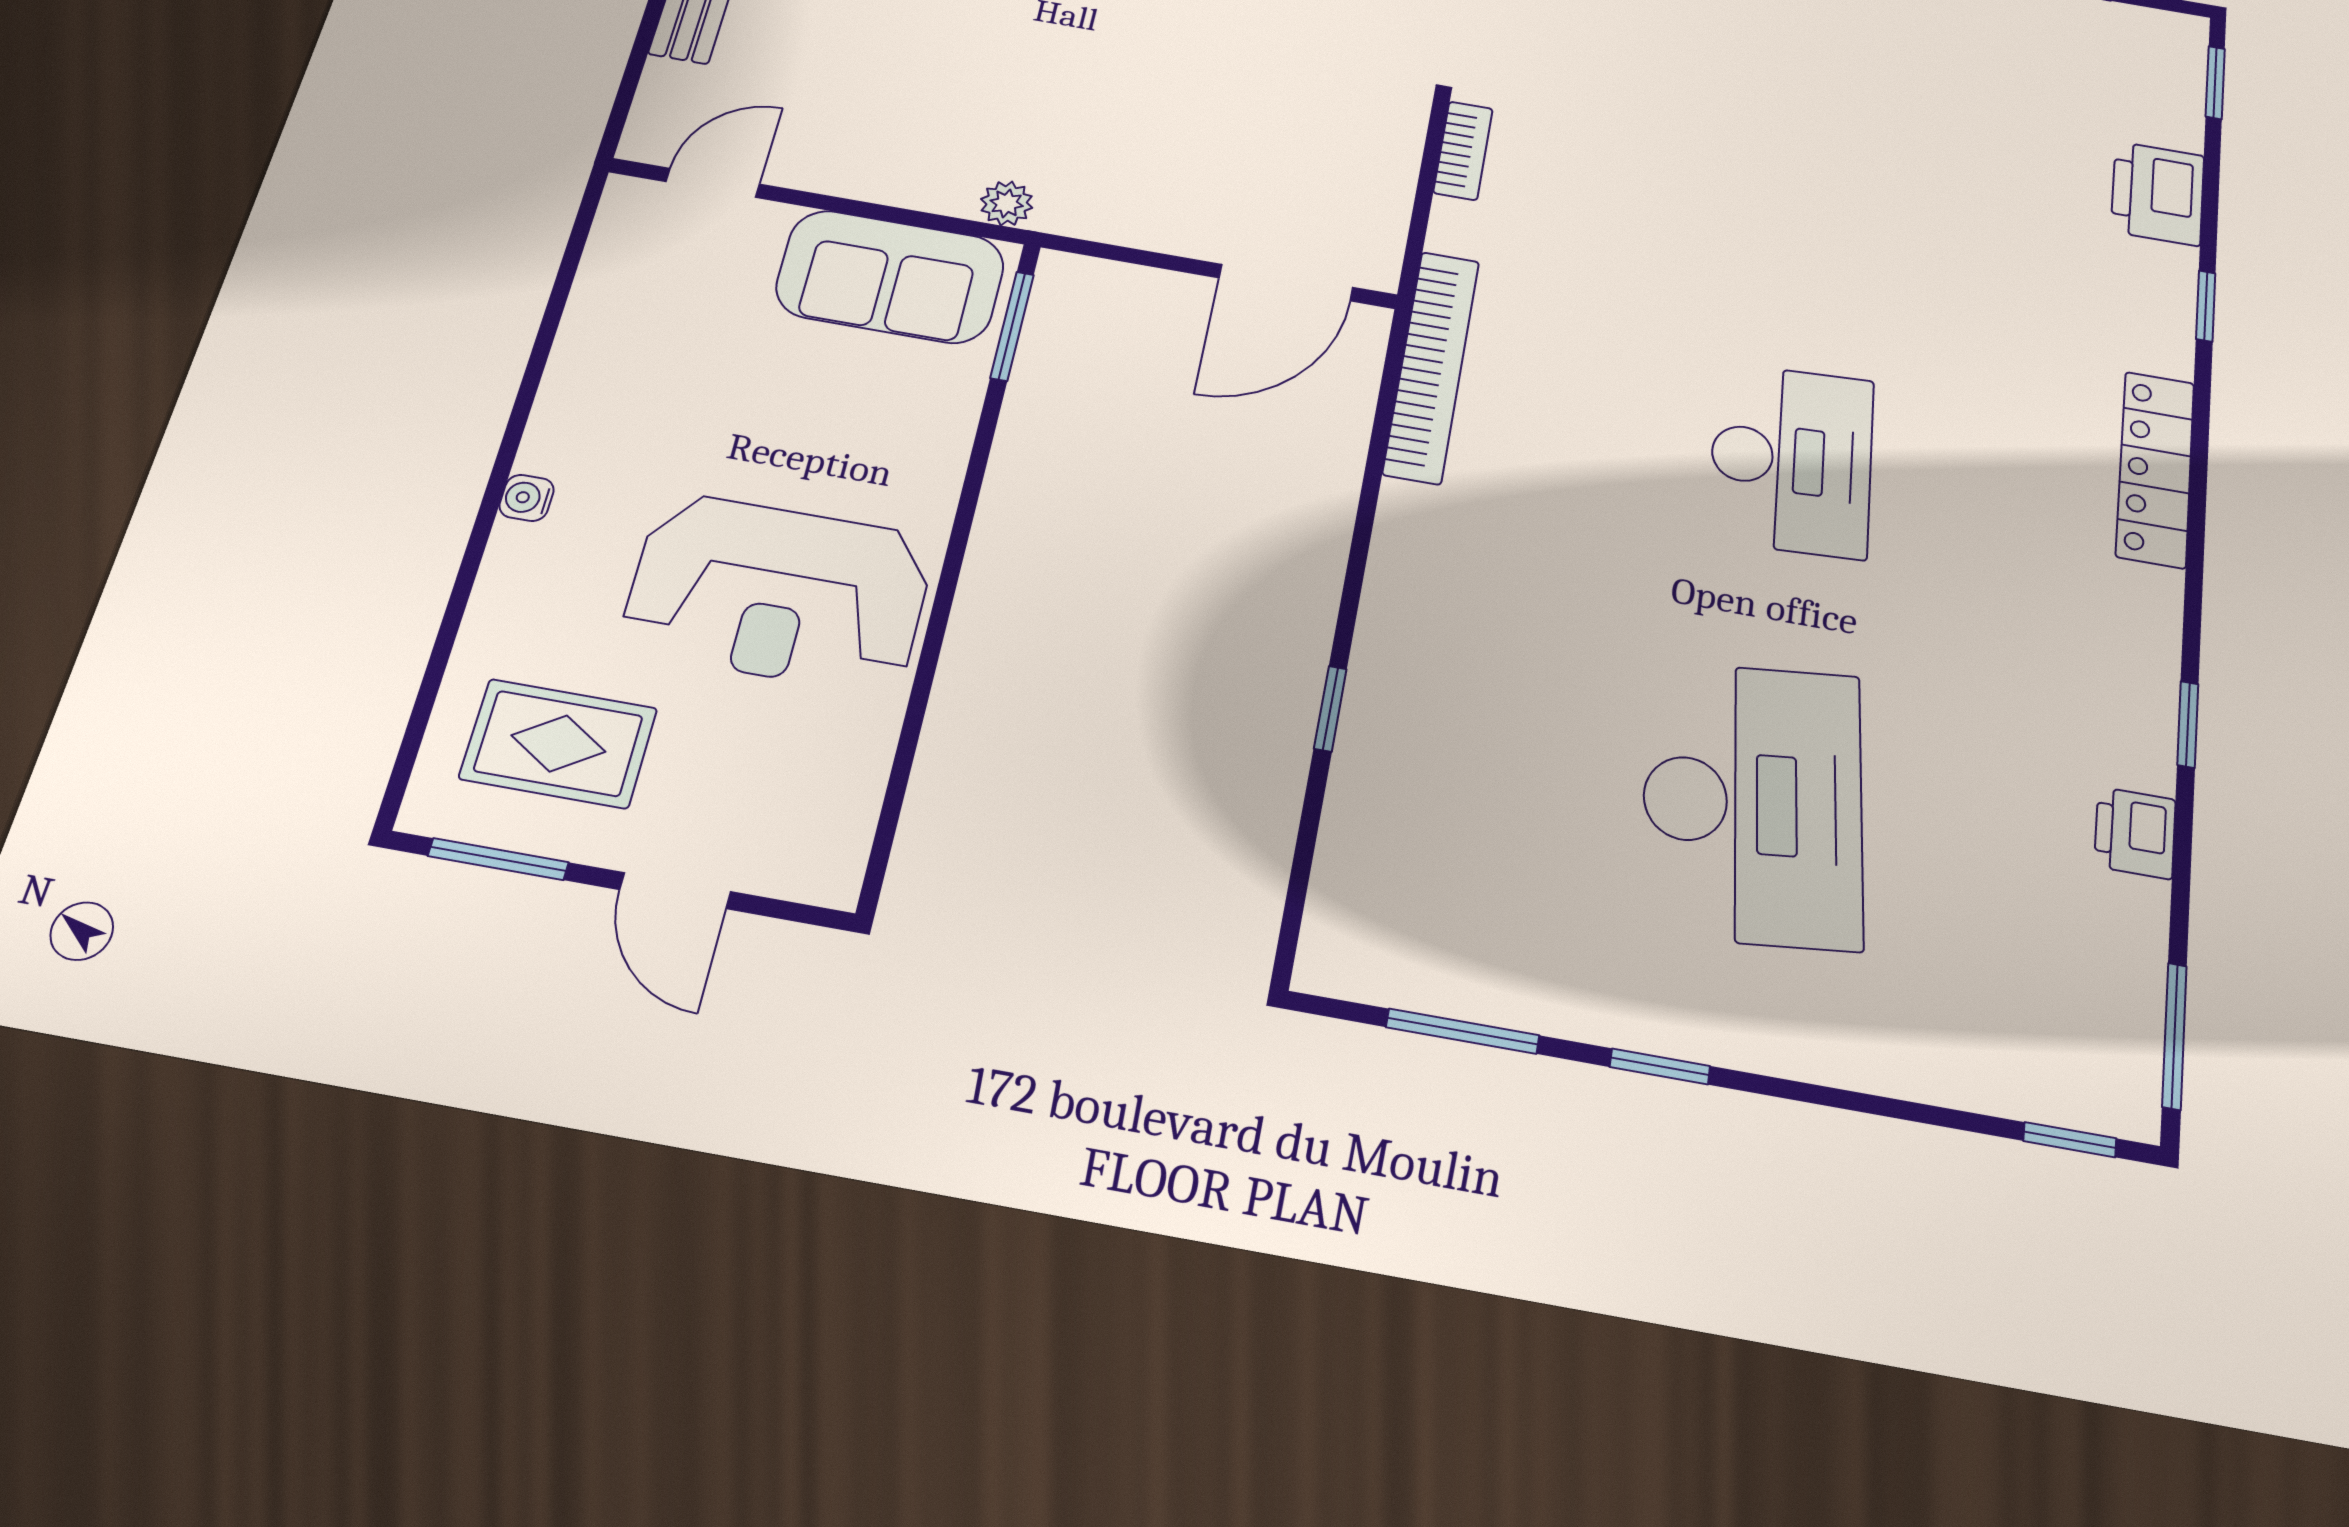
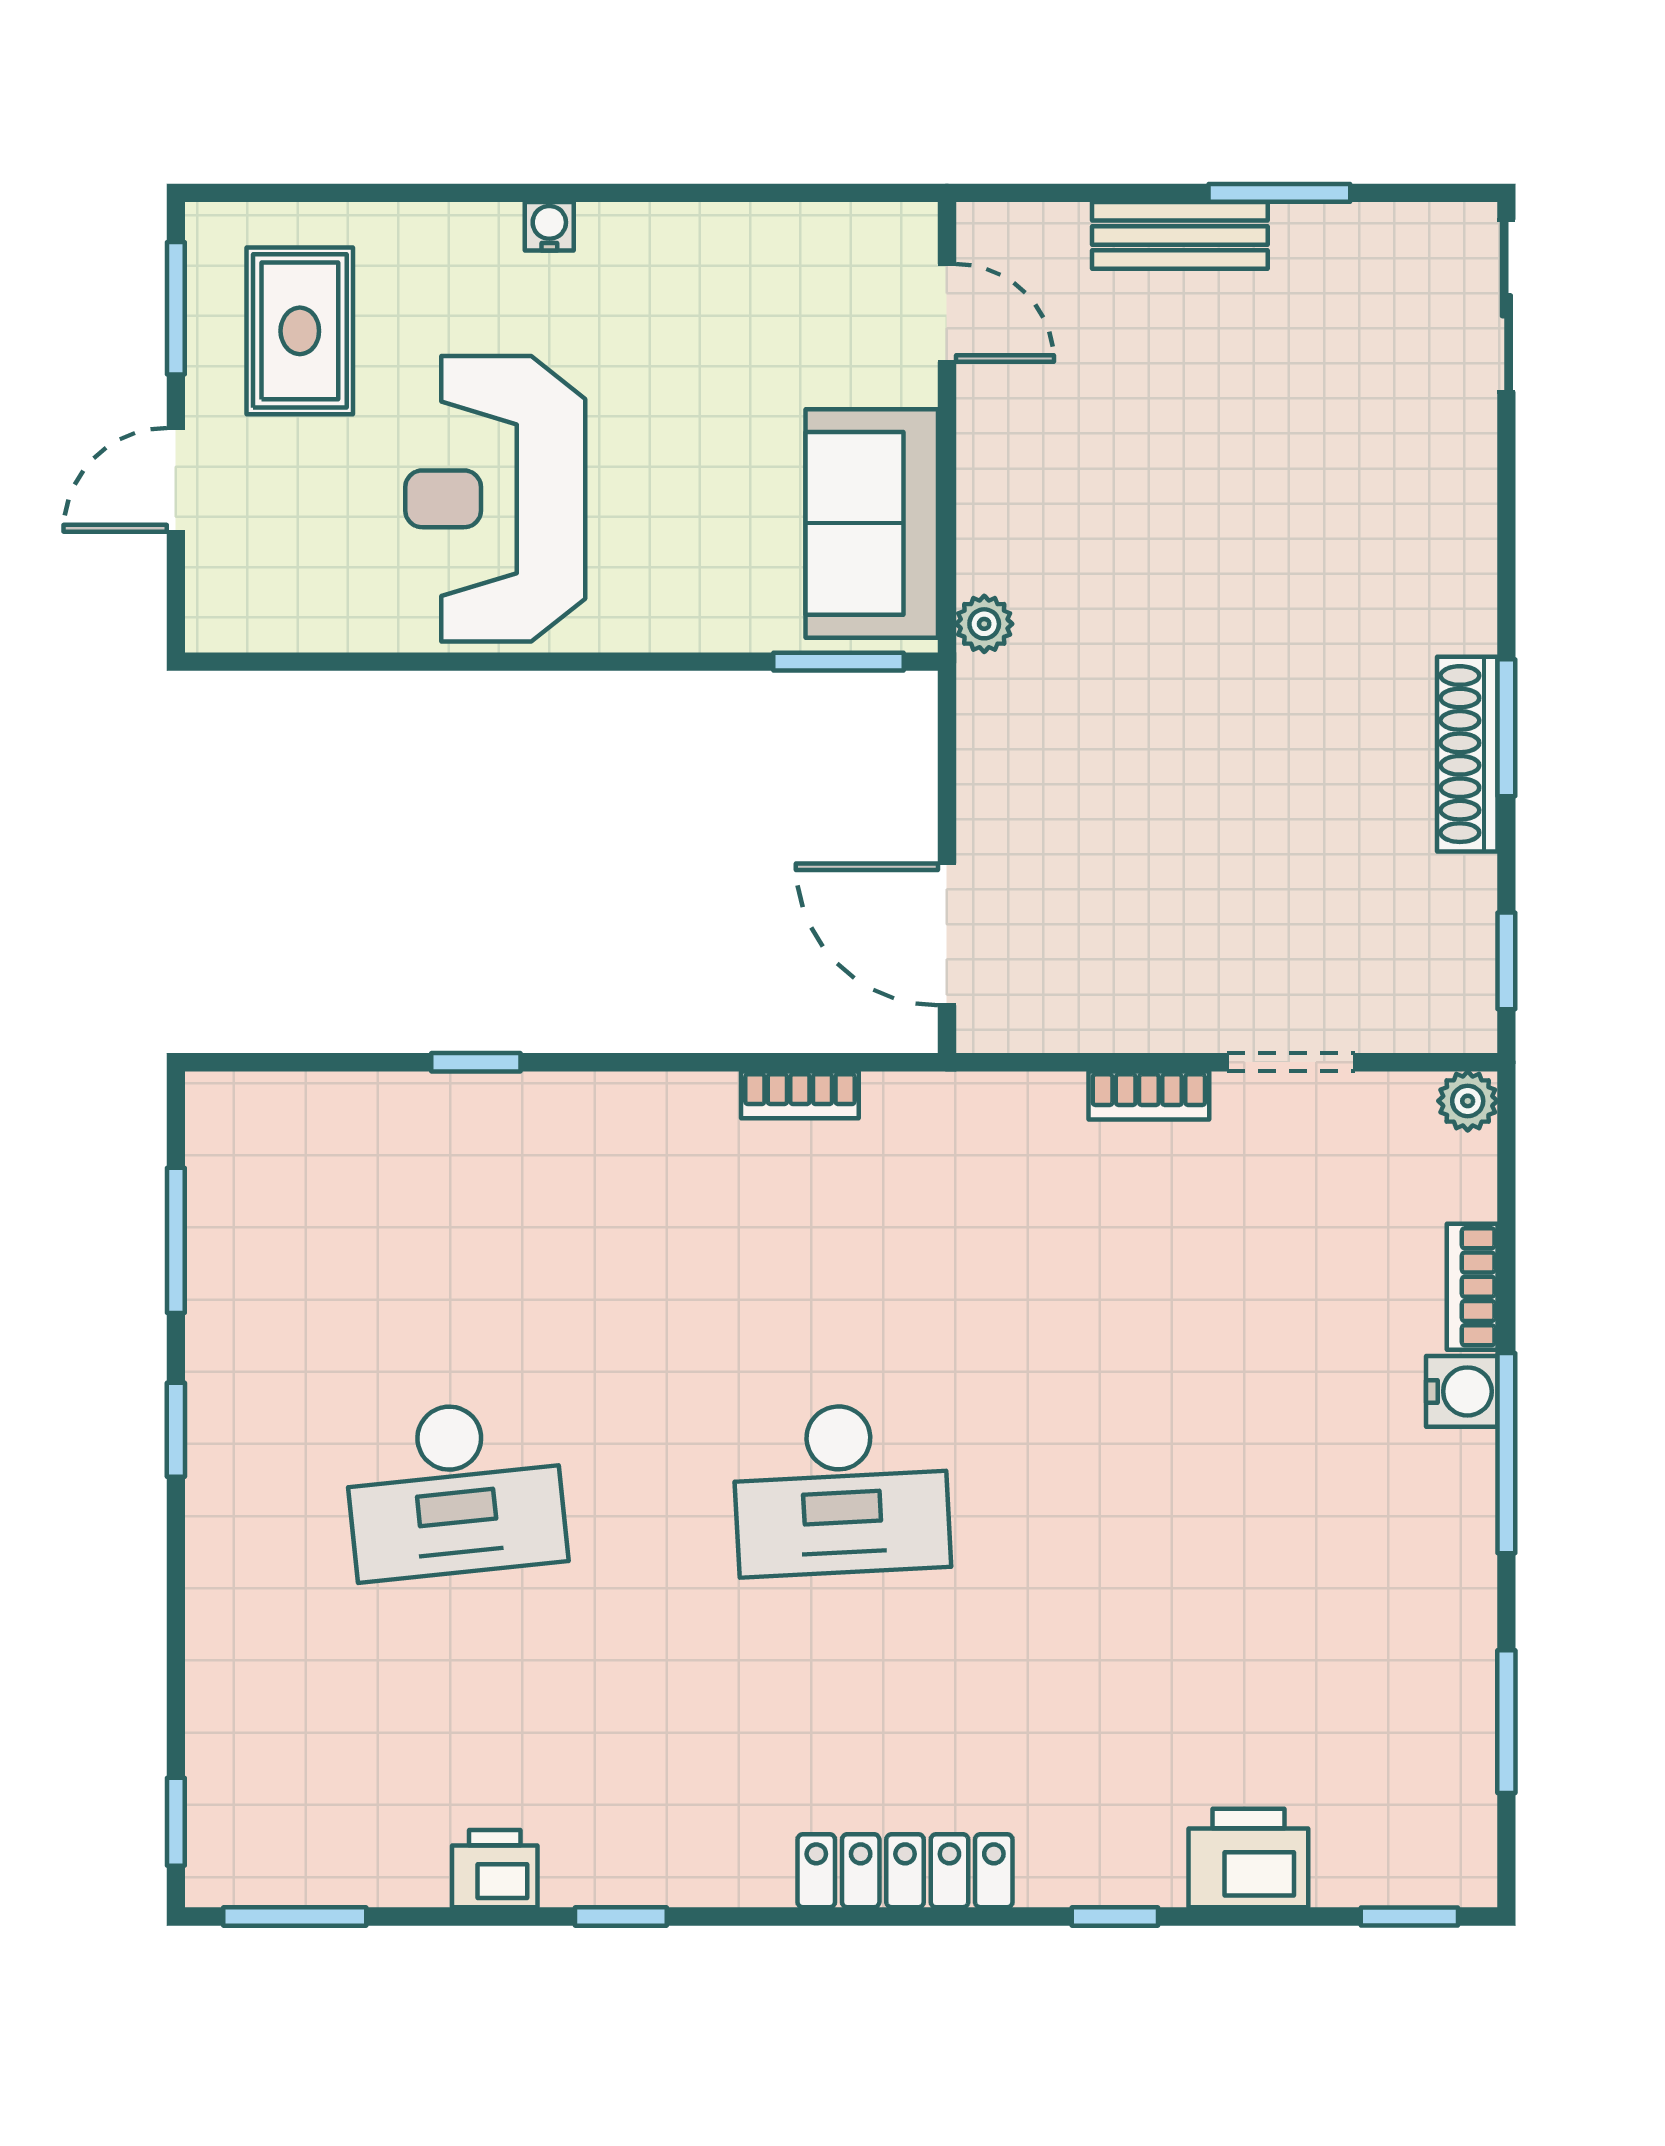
bookcase: (1431, 367) -> (800, 1095), width x0.43, depth x0.76
desk: (1753, 804) -> (455, 1489), width x0.73, depth x0.77

